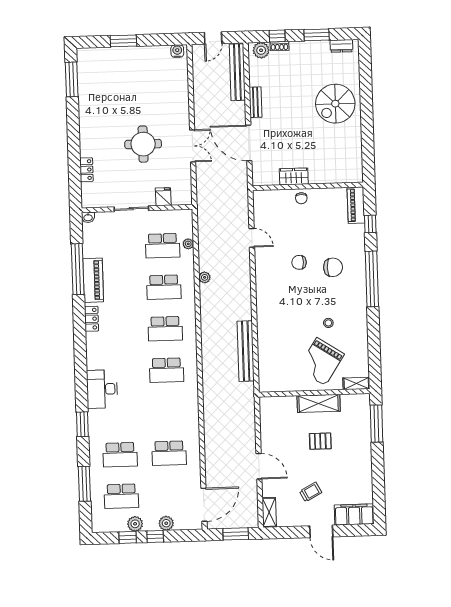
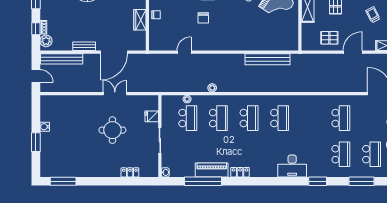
water cooler: (177, 51) -> (45, 127), moved
pallet: (277, 434) -> (329, 38), added

